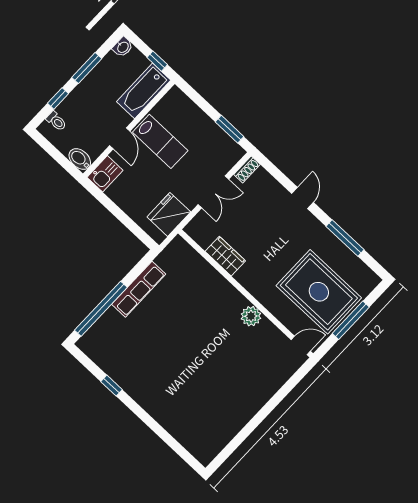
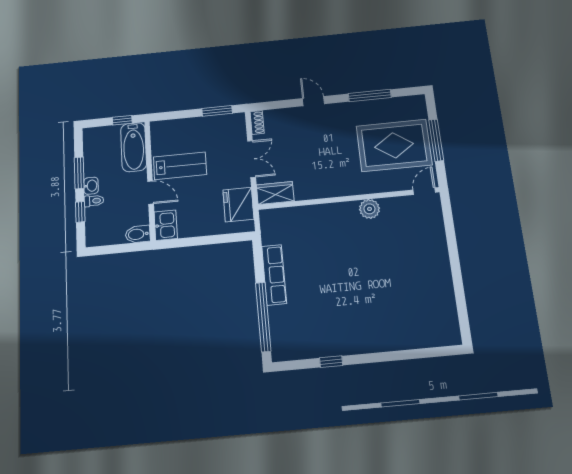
washbasin: (123, 47) -> (91, 186), moved
toilet: (56, 121) -> (94, 201), moved
wardrobe: (225, 256) -> (275, 193), moved

